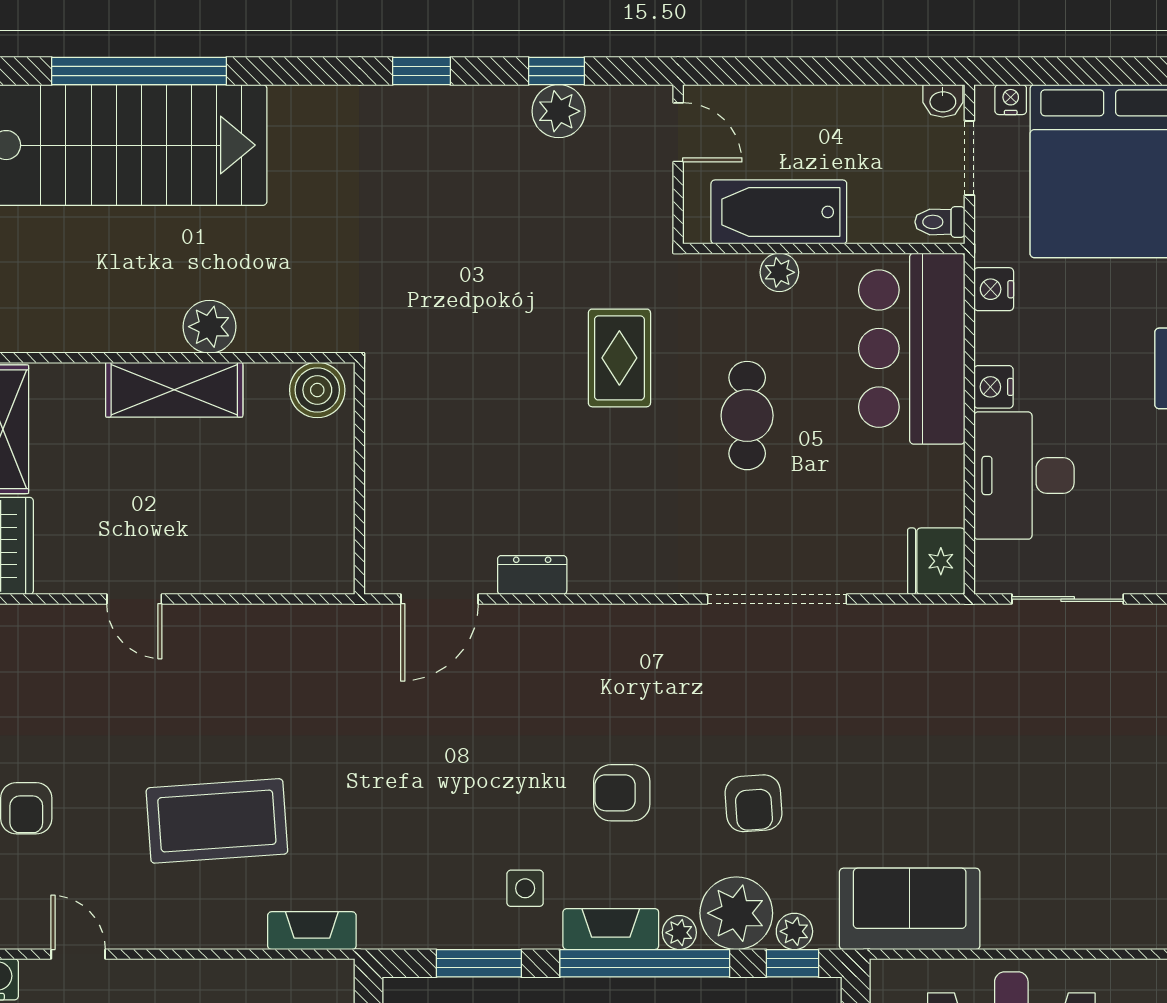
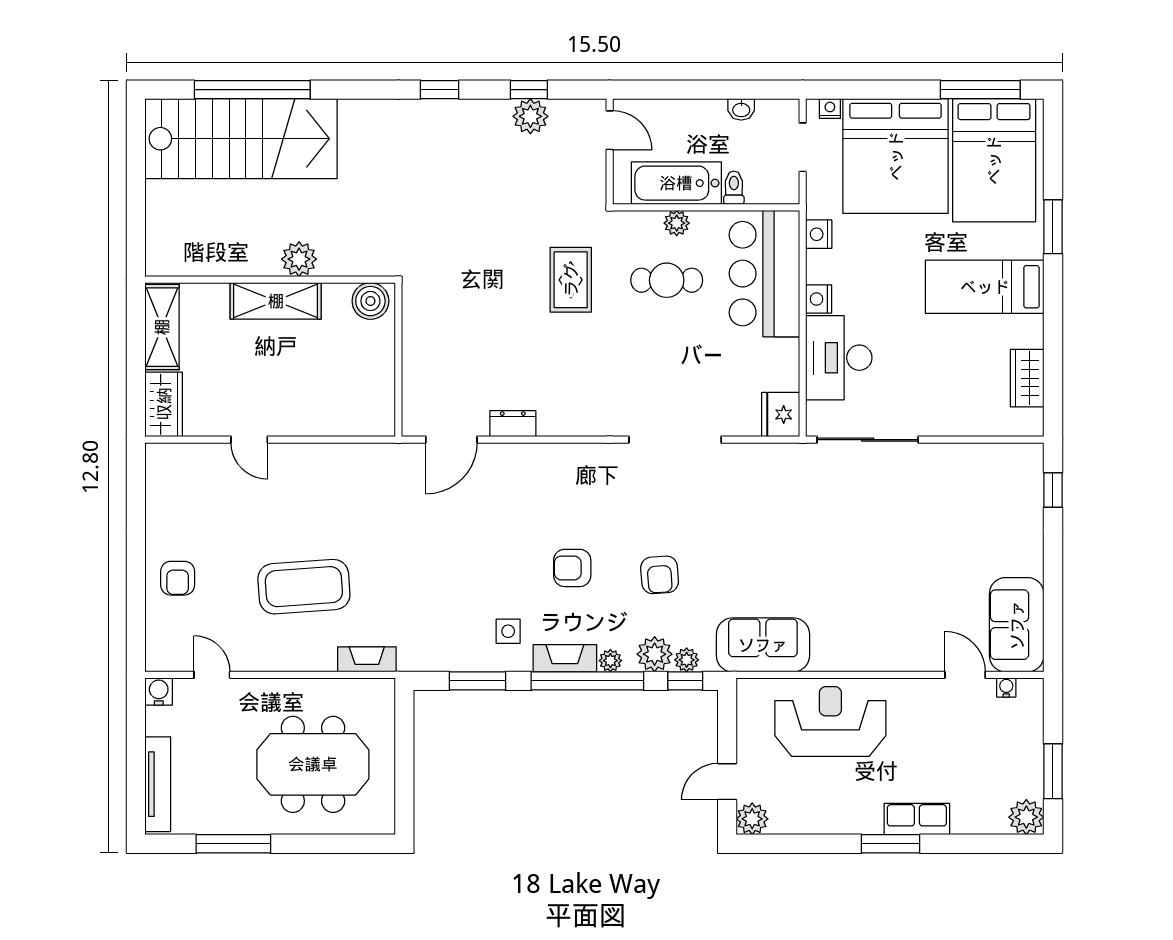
washbasin: (943, 101) -> (741, 109), moved
toilet: (940, 222) -> (734, 188), moved, turned 90
cafe table: (747, 416) -> (667, 280), moved, turned 90
sliding door: (1068, 599) -> (868, 440), width x1.37
plant: (736, 913) -> (655, 654), width x0.73, depth x0.73

